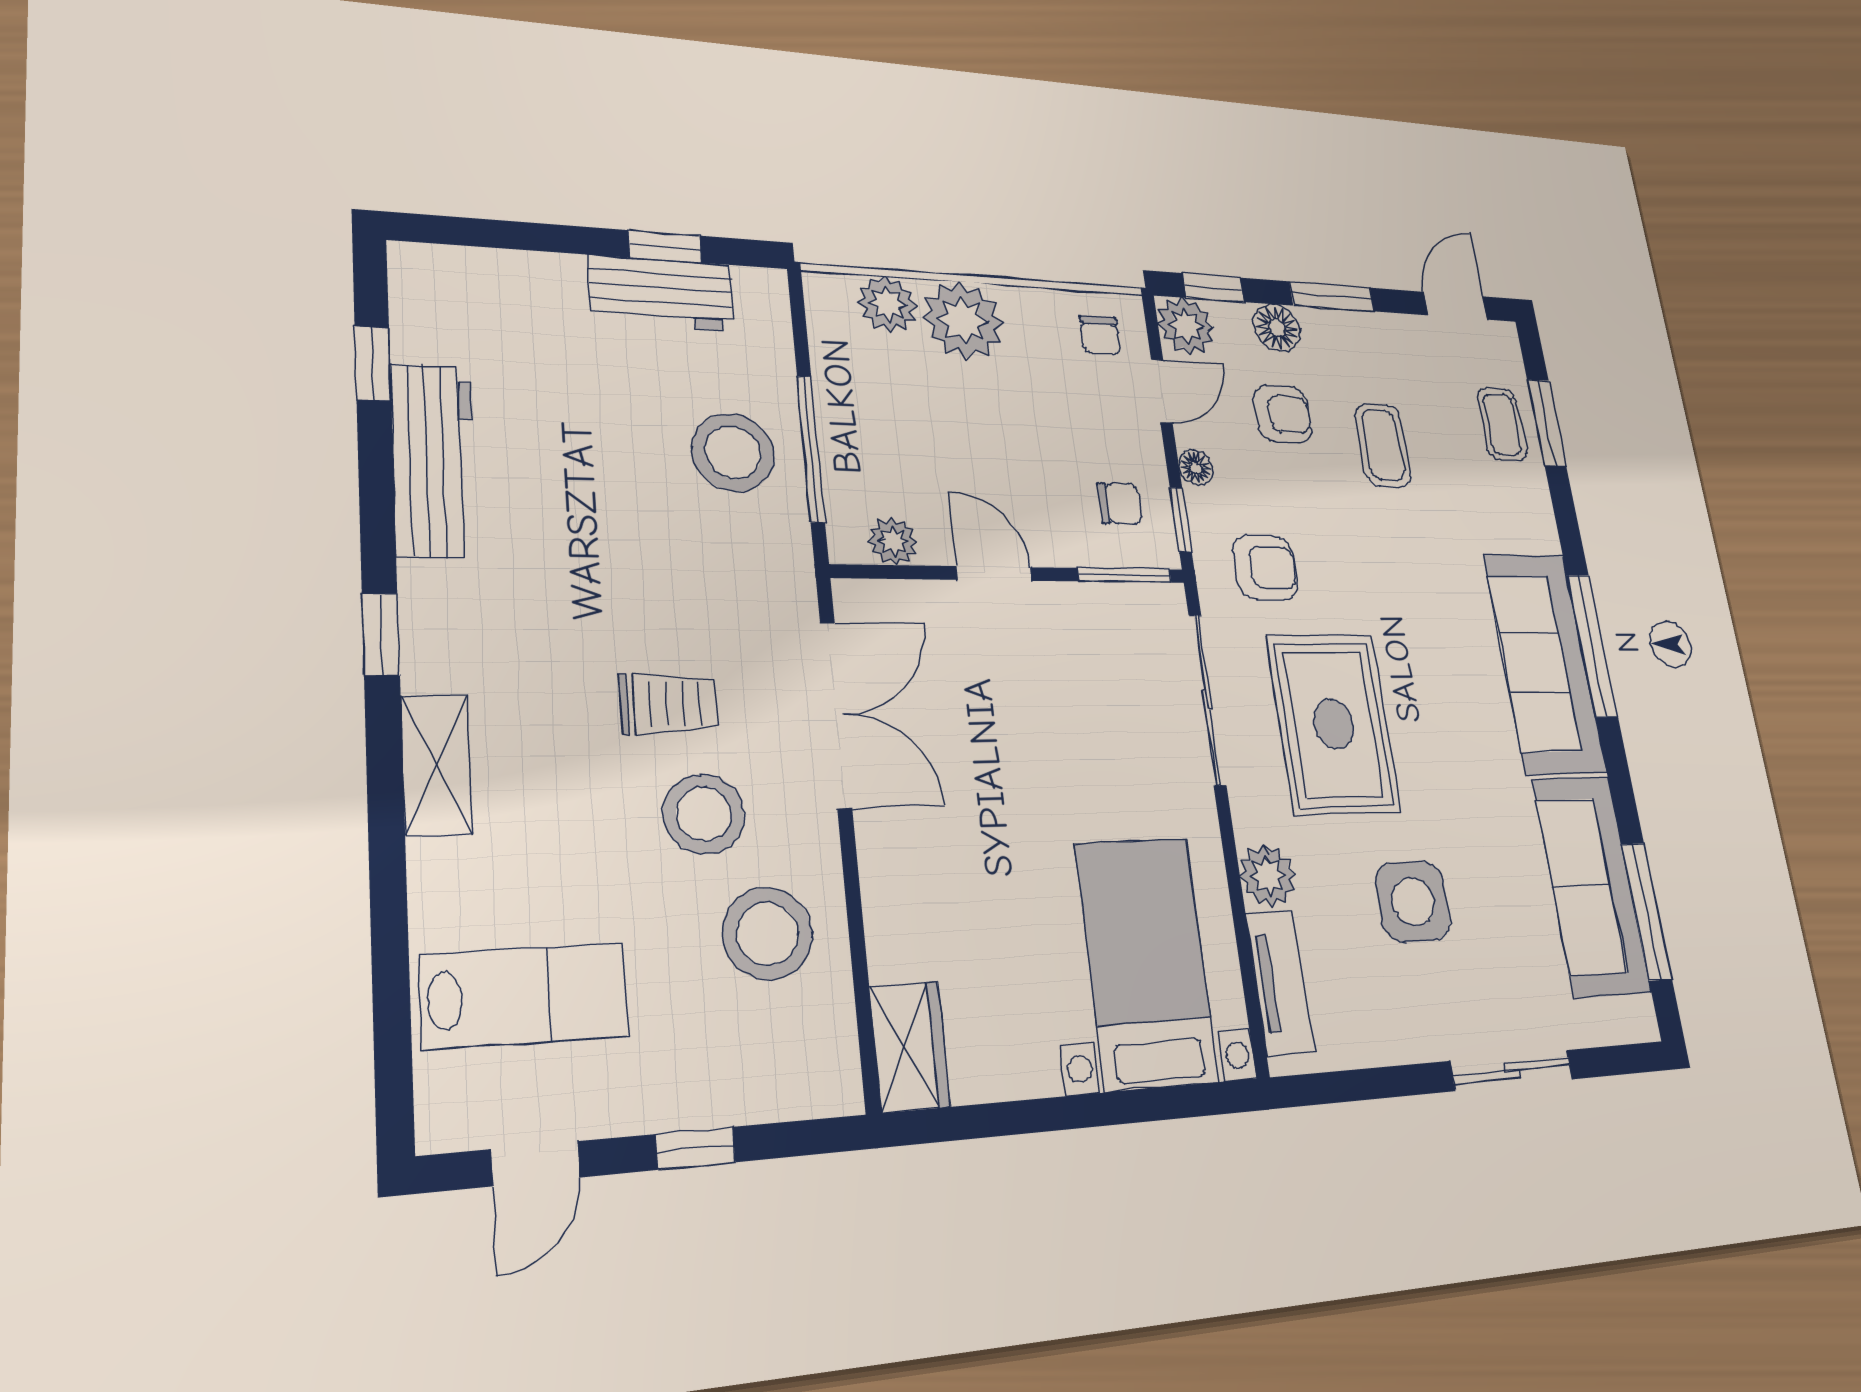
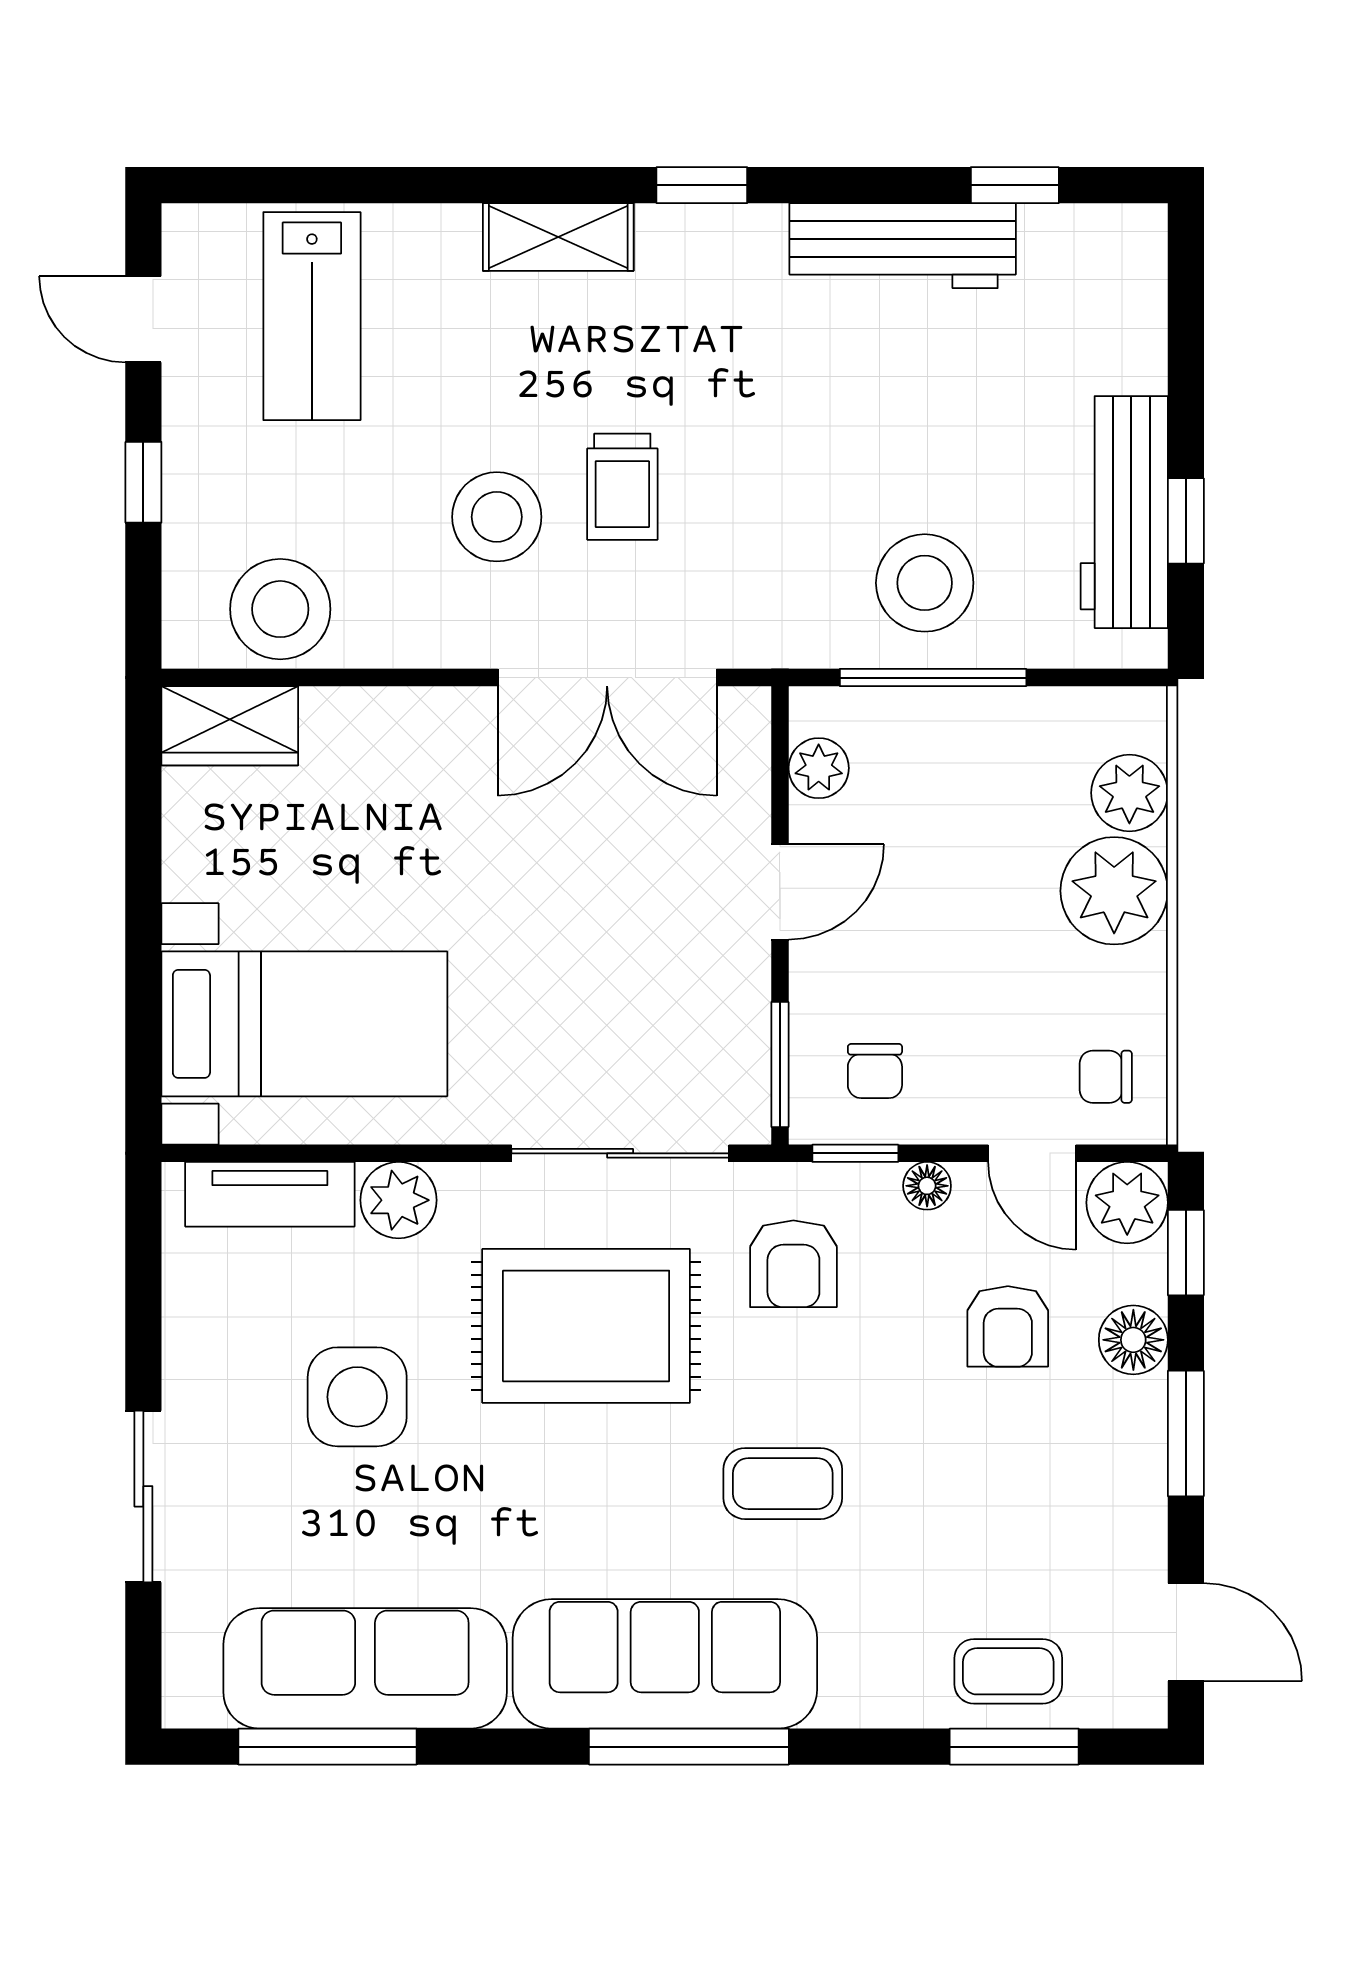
workbench: (661, 293) -> (1124, 512), width x1.38
coffee table: (1383, 445) -> (783, 1484), moved
stool: (767, 934) -> (280, 609), moved

